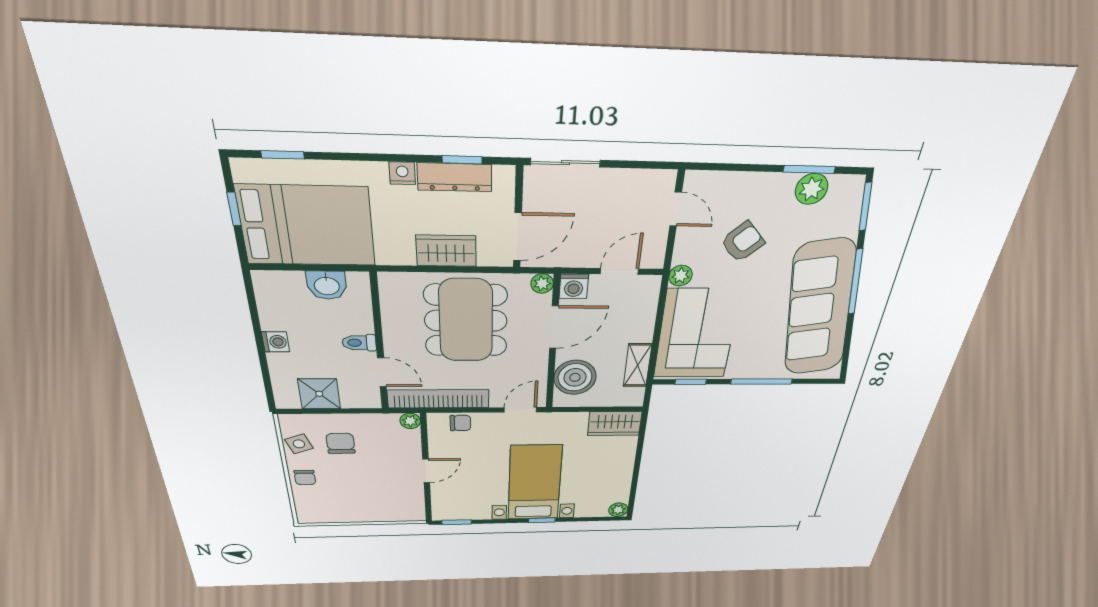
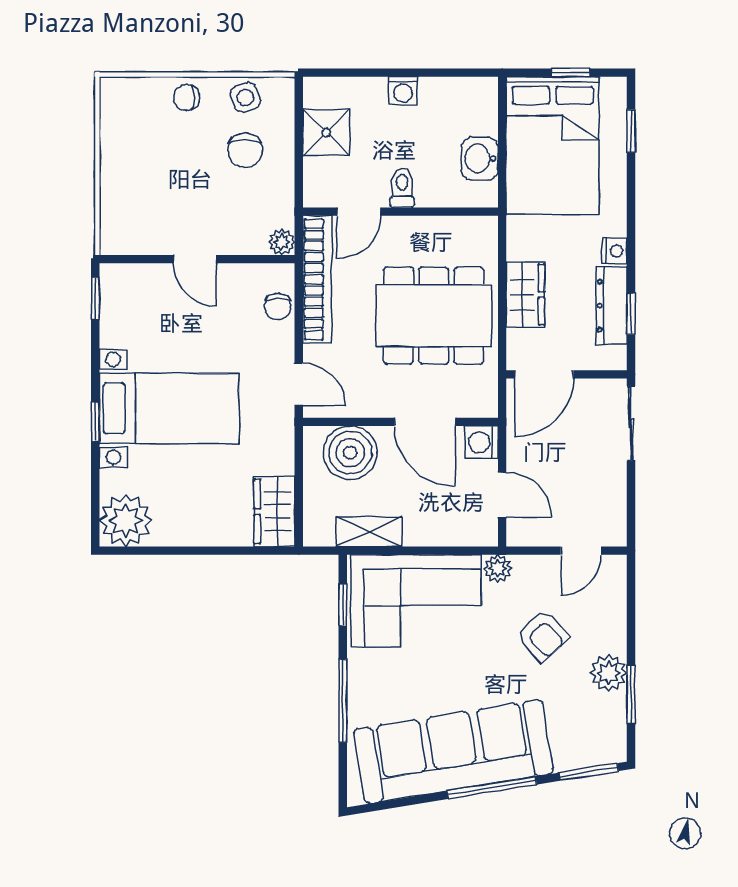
plant: (812, 189) -> (609, 673), moved
door: (518, 237) -> (544, 374), hinge flipped
plant: (542, 283) -> (485, 405), removed
chair: (341, 443) -> (245, 150), turned 90
plant: (618, 510) -> (125, 520), width x1.88, depth x1.88

